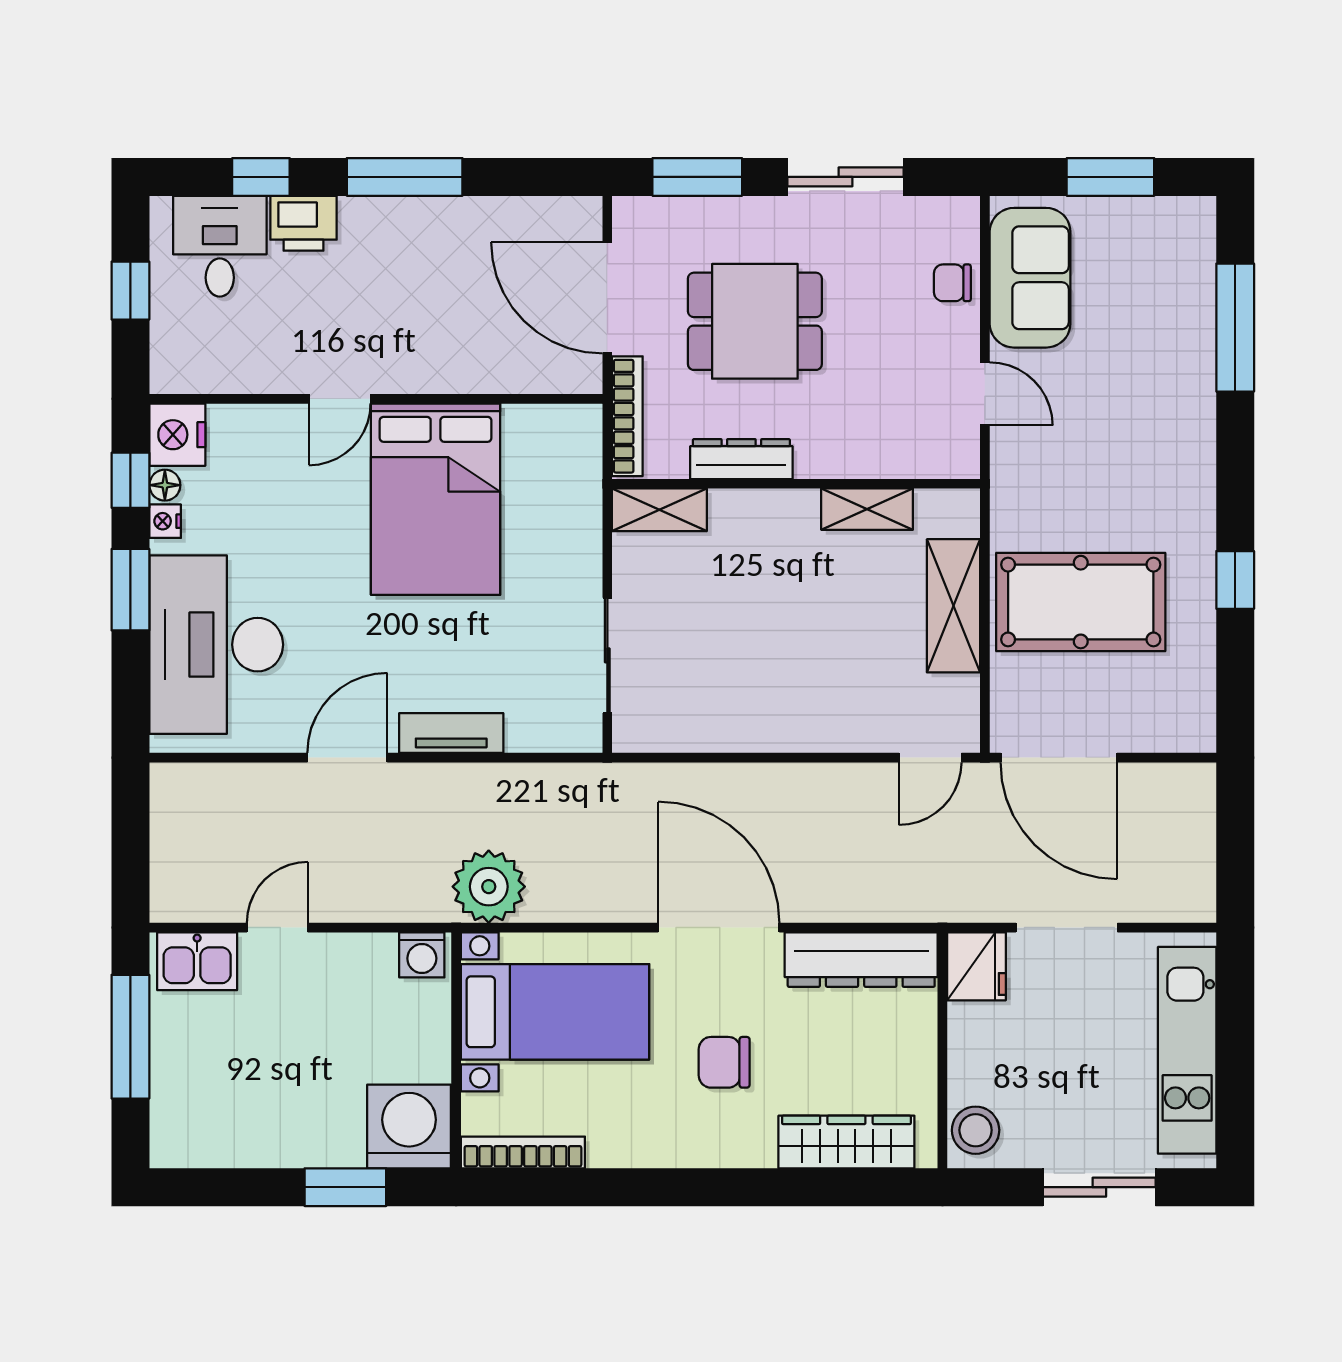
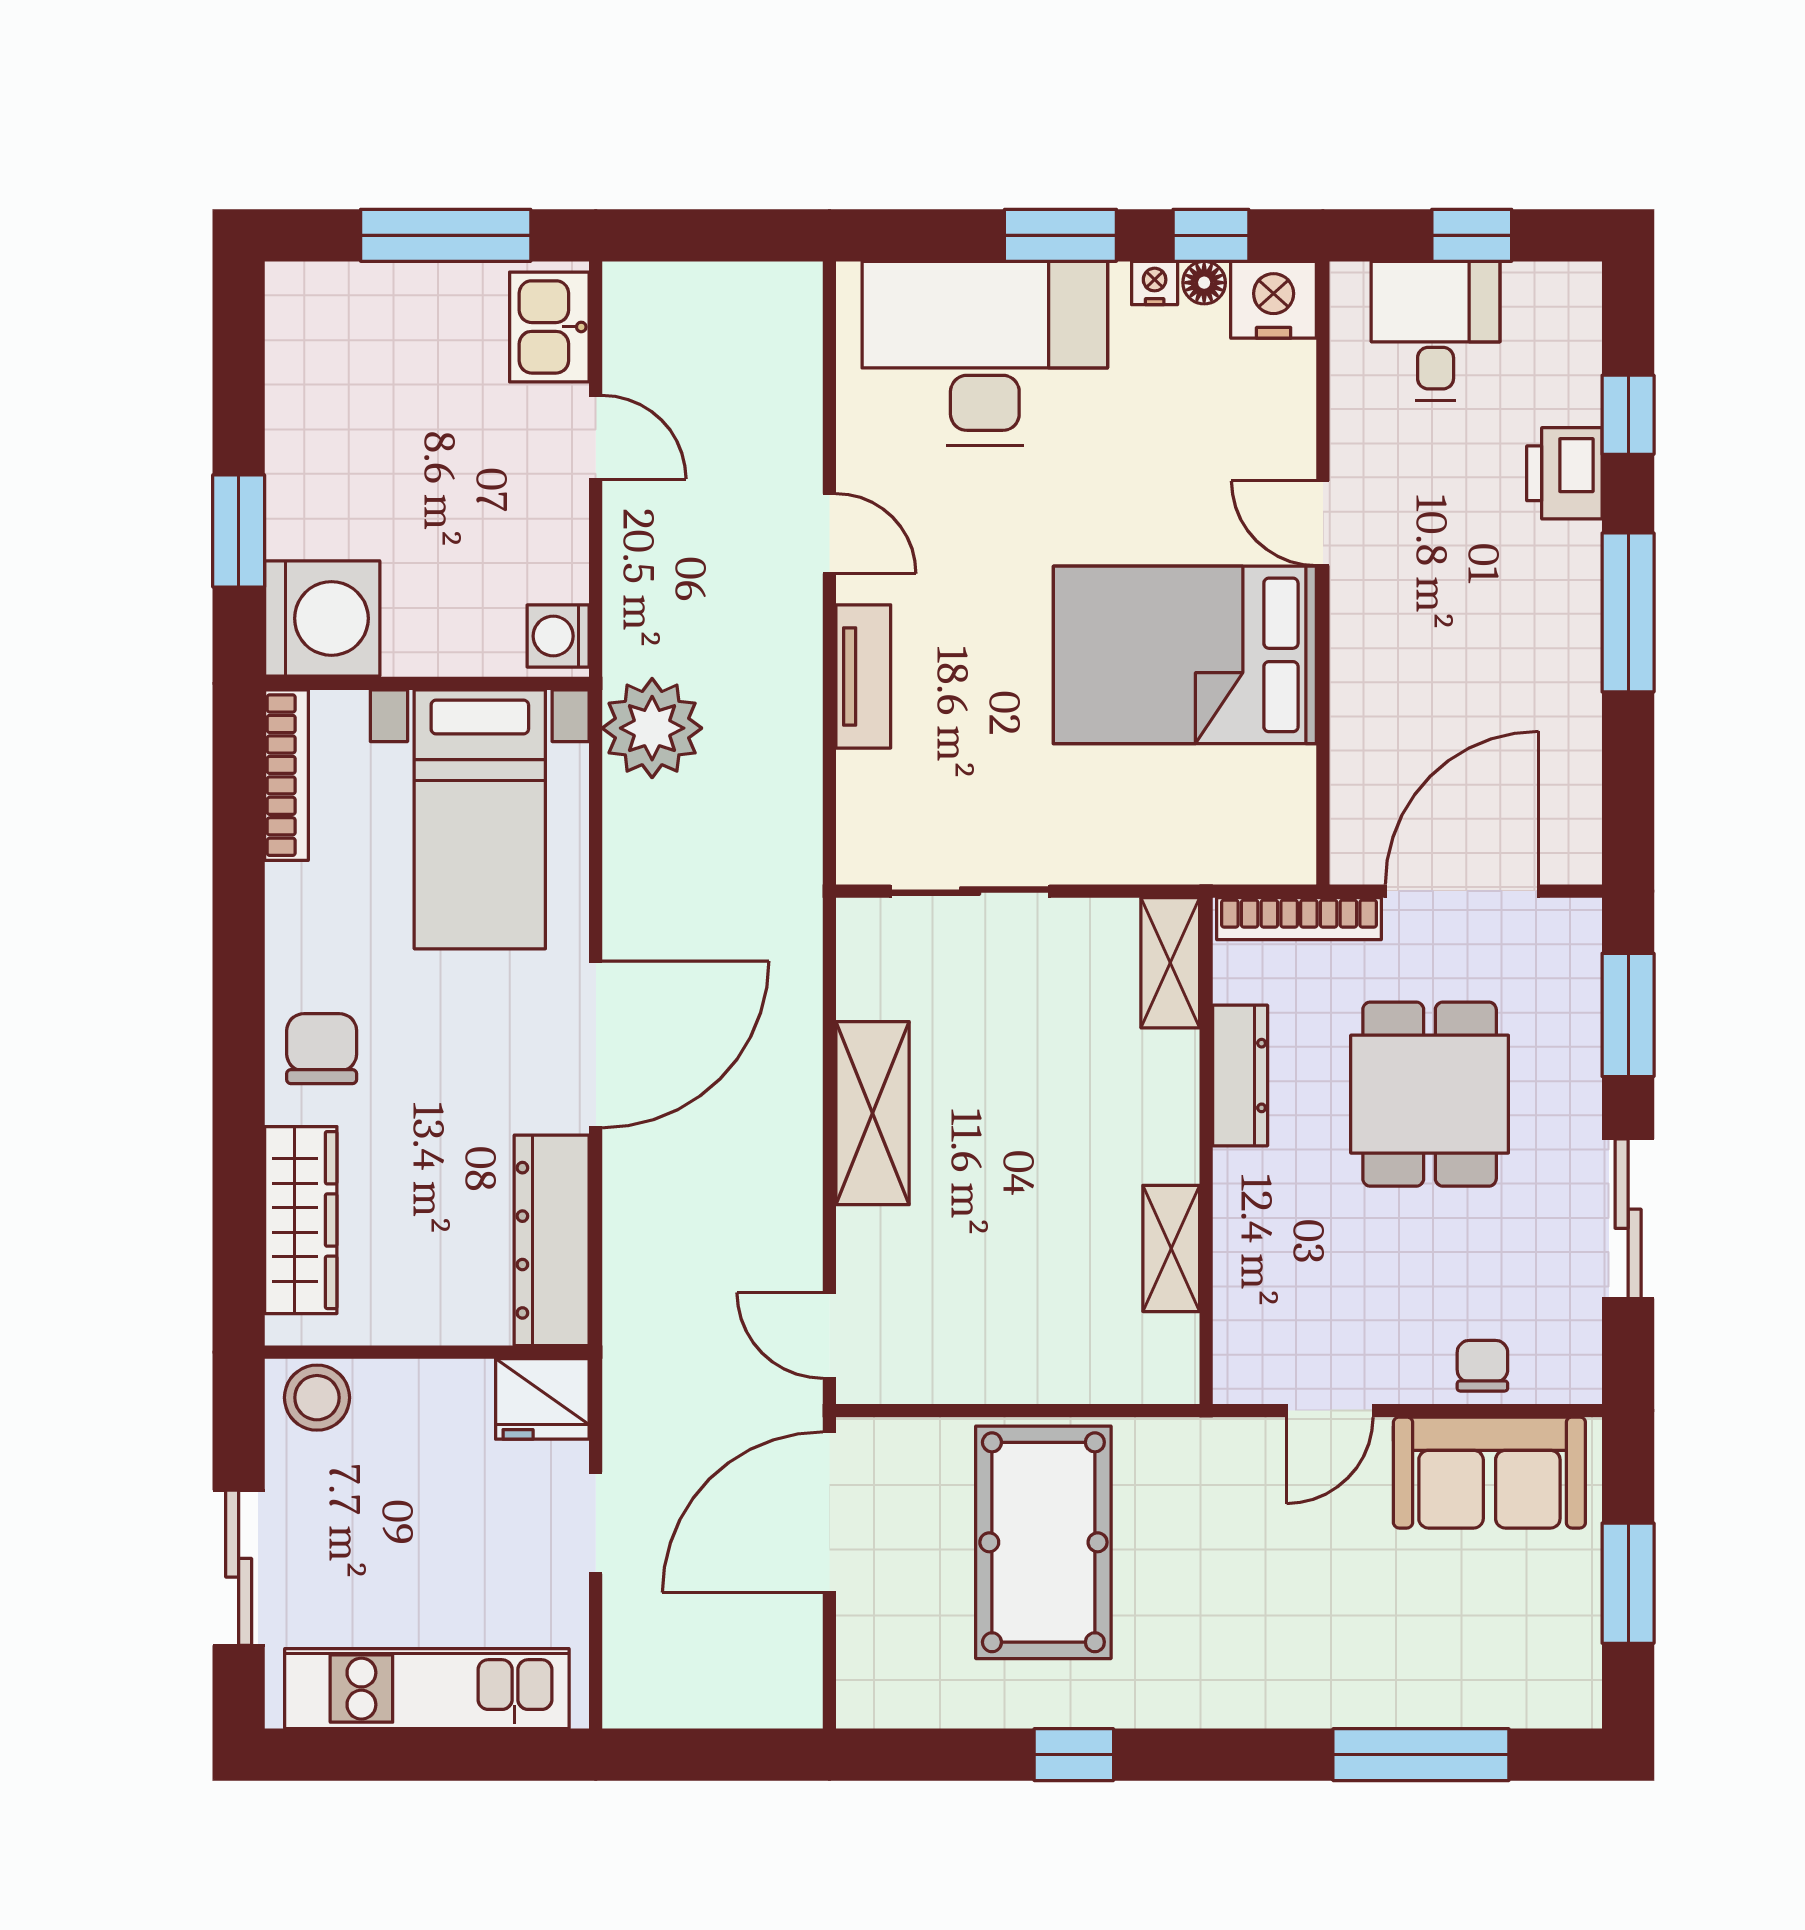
desk: (220, 246) -> (1436, 331), moved, turned -90
shelving: (954, 606) -> (873, 1113), moved, turned 90
door: (347, 758) -> (829, 534), width x0.73
doorway: (1067, 928) -> (596, 1523), width x0.73
chair: (724, 1062) -> (322, 1049), moved

